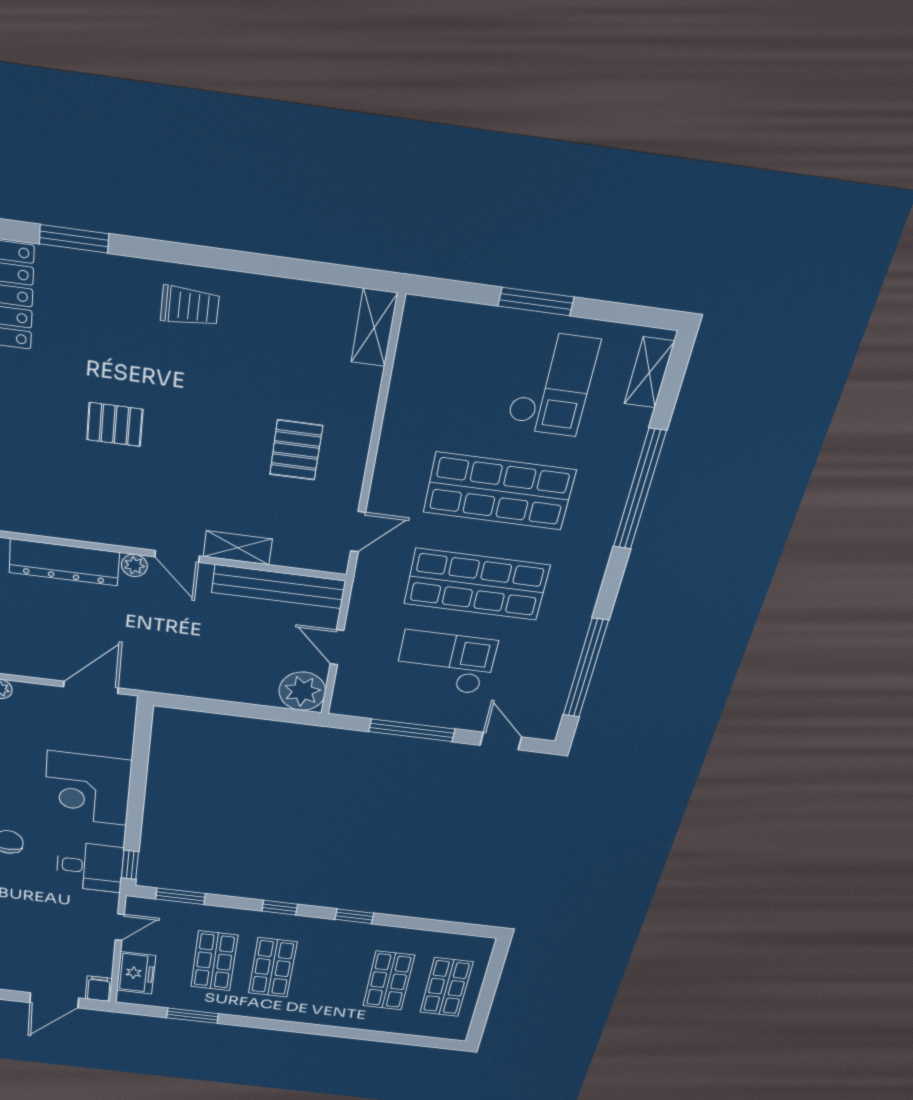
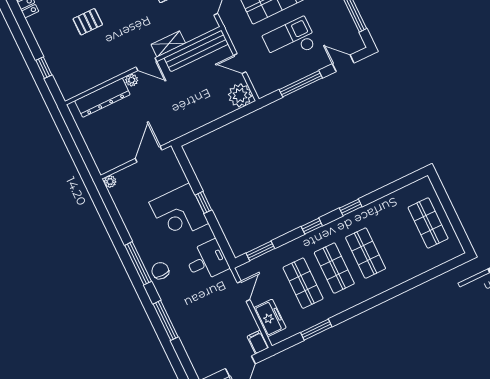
window: (130, 865) -> (203, 202), moved
shop shelf: (389, 981) -> (366, 253), moved

